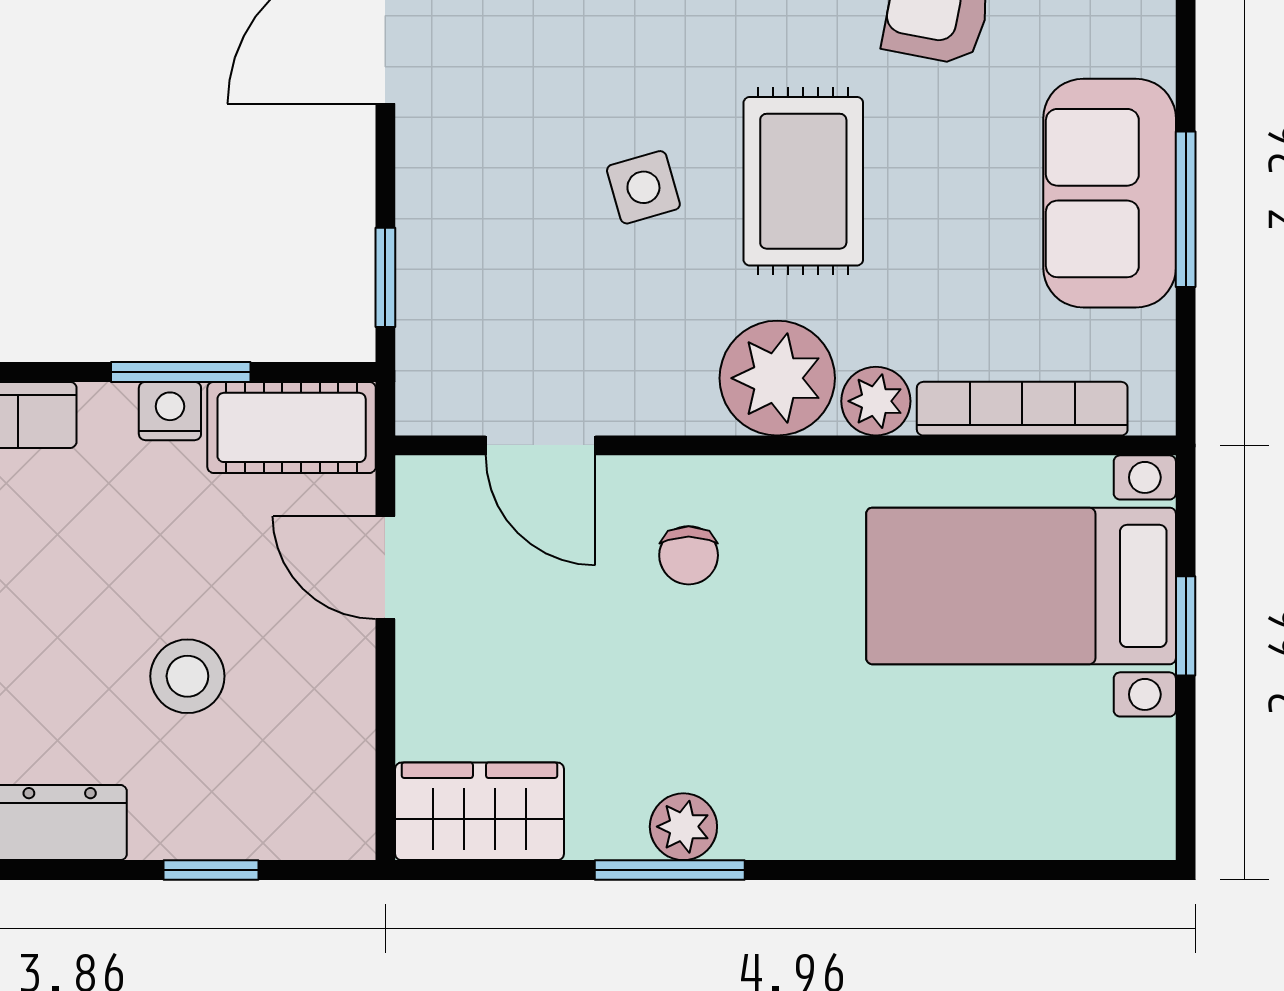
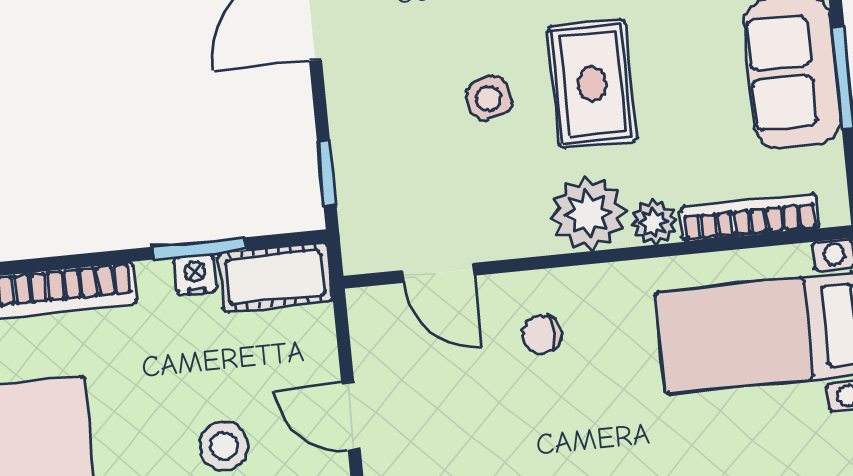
chair: (689, 555) -> (542, 335), turned 90
door: (385, 568) -> (351, 416), moved

